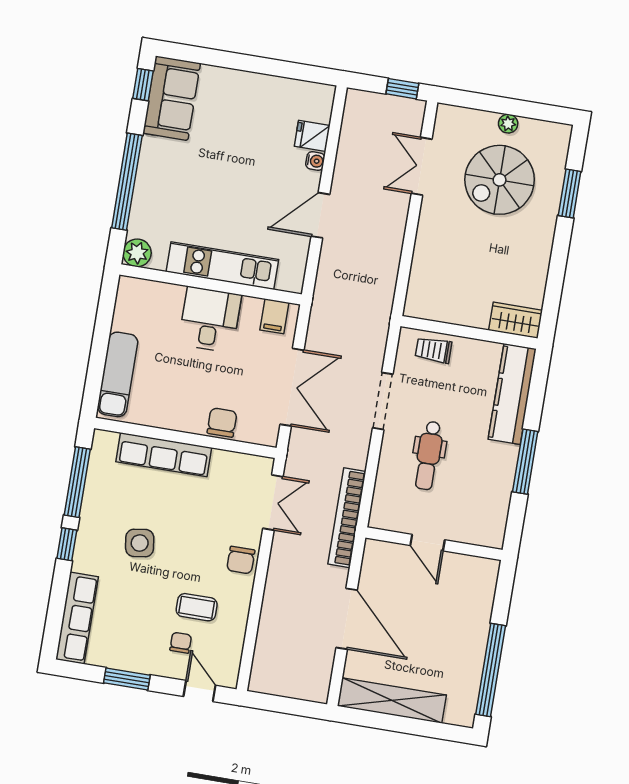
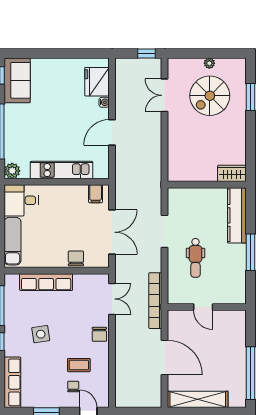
fridge: (312, 136) -> (97, 82), width x1.88, depth x1.34
desk: (210, 320) -> (21, 200), moved, turned -90
trolley: (434, 350) -> (188, 198), removed

